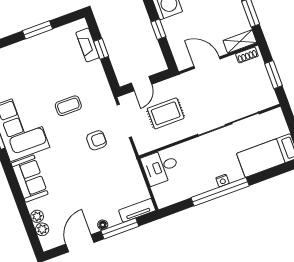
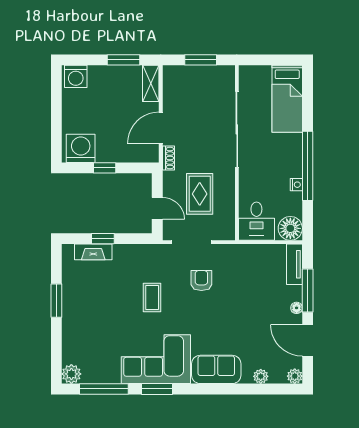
shoe rack: (247, 55) -> (168, 158), moved
nightstand: (223, 181) -> (296, 185), moved
floor lamp: (165, 196) -> (290, 228), added
plant: (42, 229) -> (295, 376), moved

